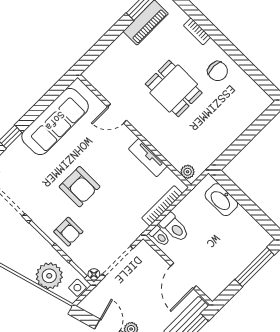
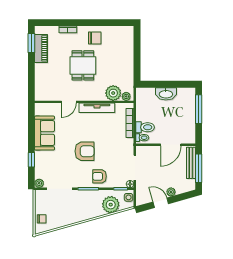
dining table: (174, 88) -> (83, 65), turned 90
sofa: (55, 121) -> (45, 133), width x0.73
plant: (177, 153) -> (113, 93), added
tv unit: (148, 158) -> (97, 108), width x1.41
washbasin: (221, 200) -> (166, 94), moved
armchair: (68, 232) -> (100, 176), turned 180
door: (184, 276) -> (171, 145), hinge flipped

